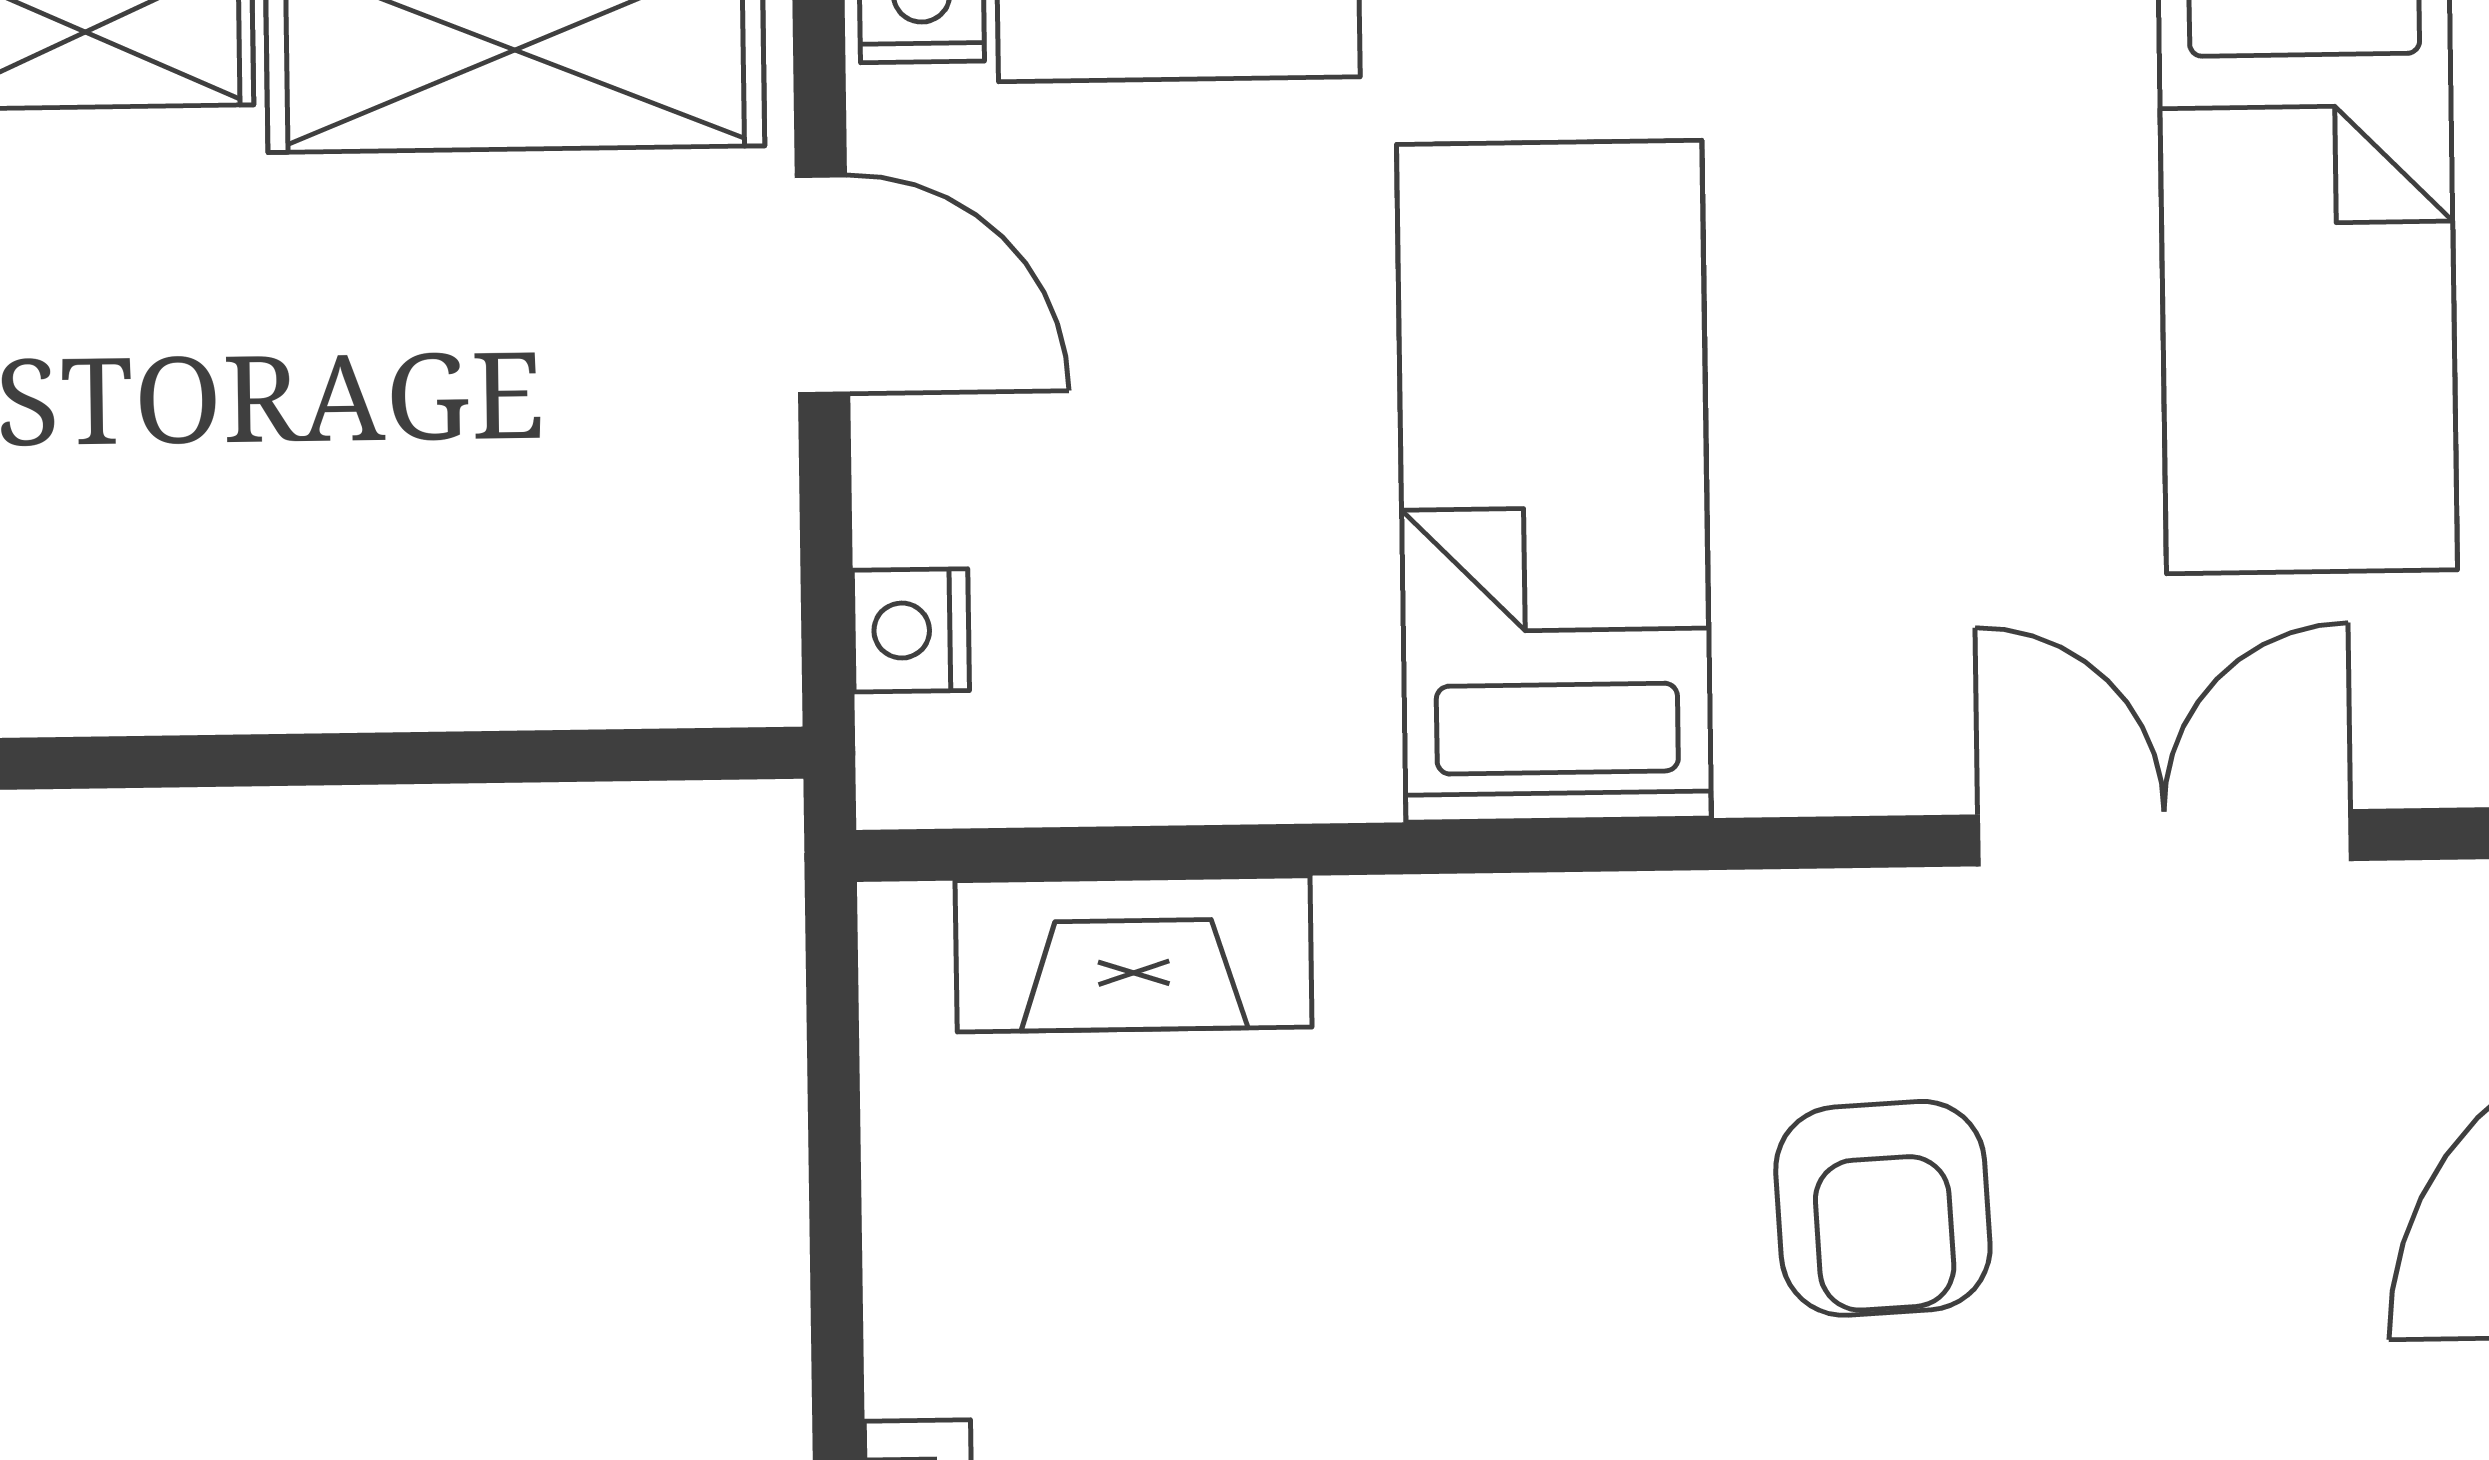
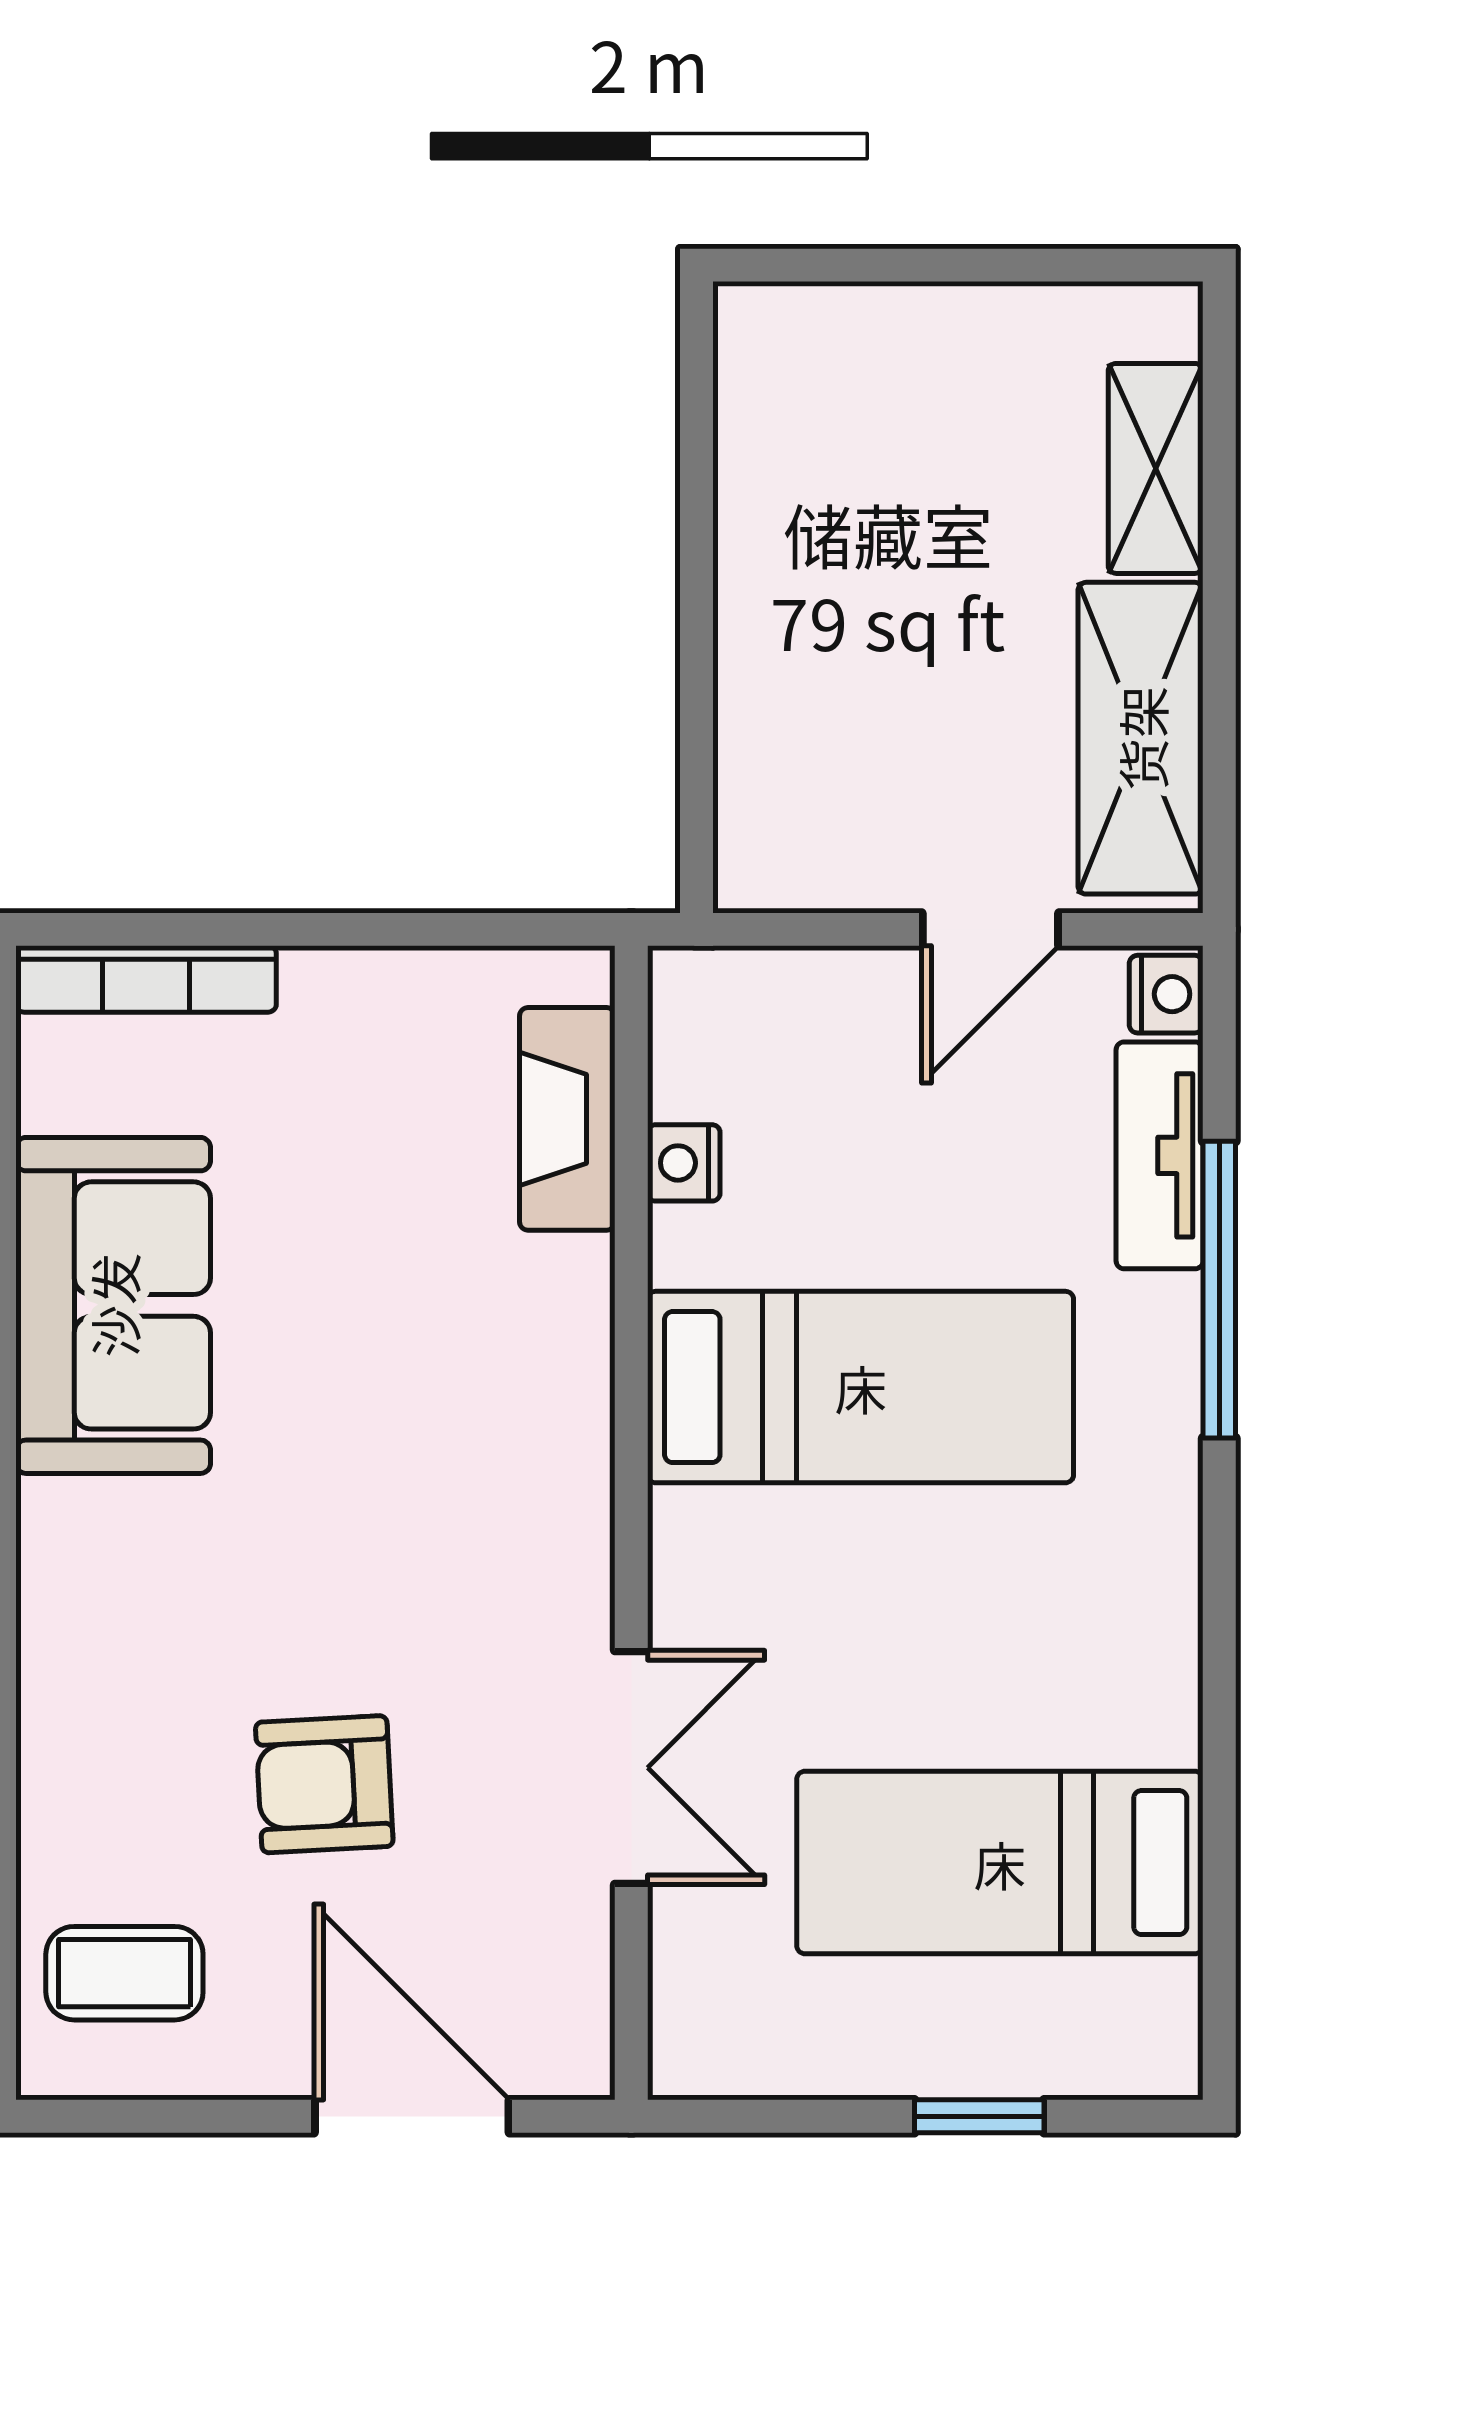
nightstand: (911, 630) -> (684, 1163), moved, turned -90
armchair: (1883, 1208) -> (324, 1784), moved

